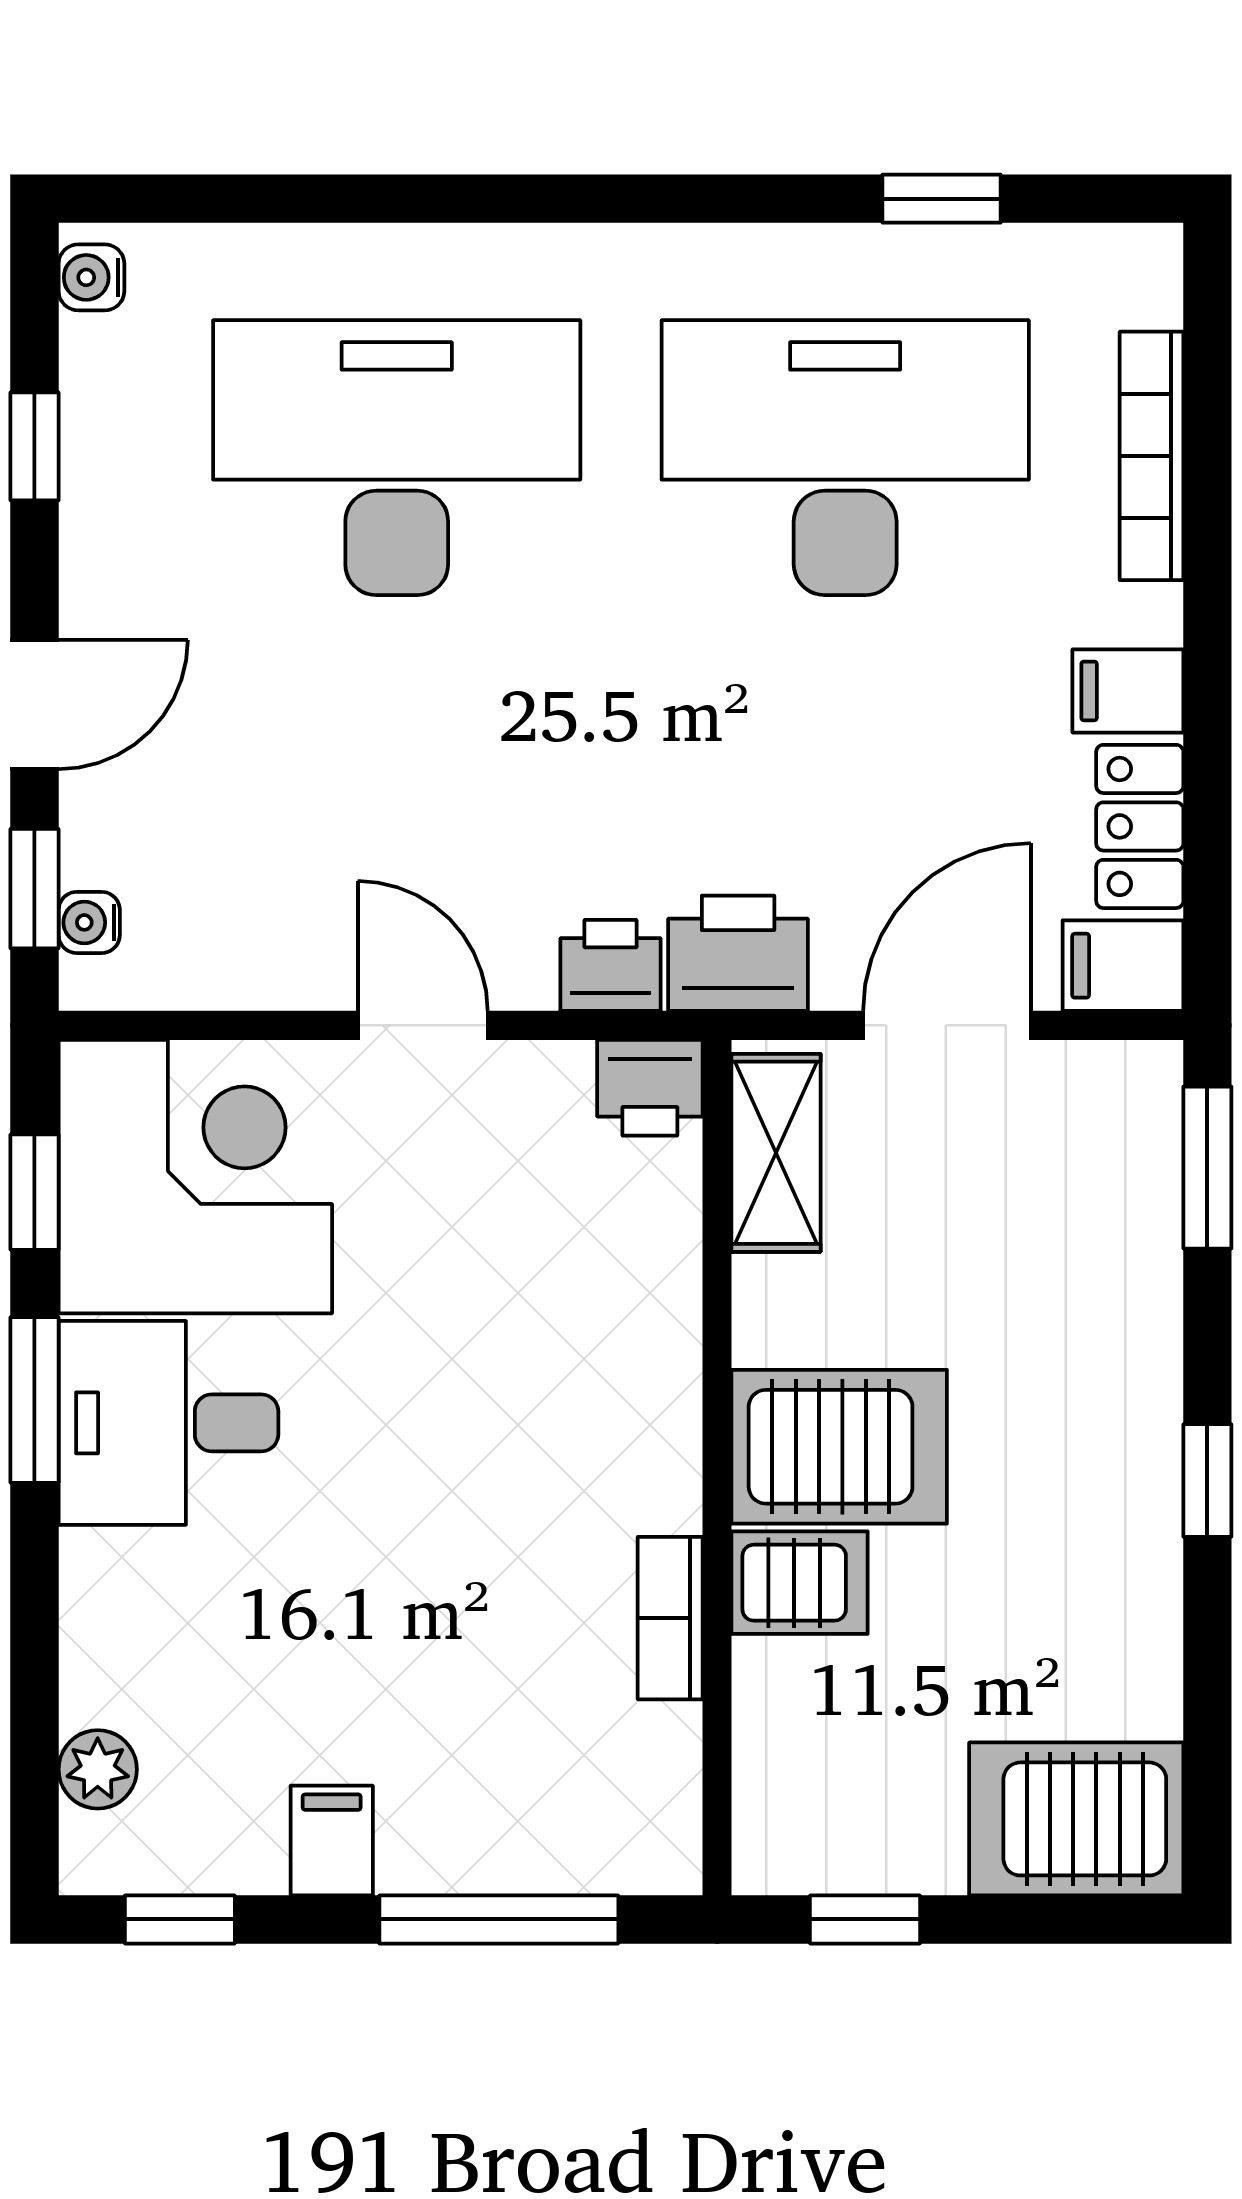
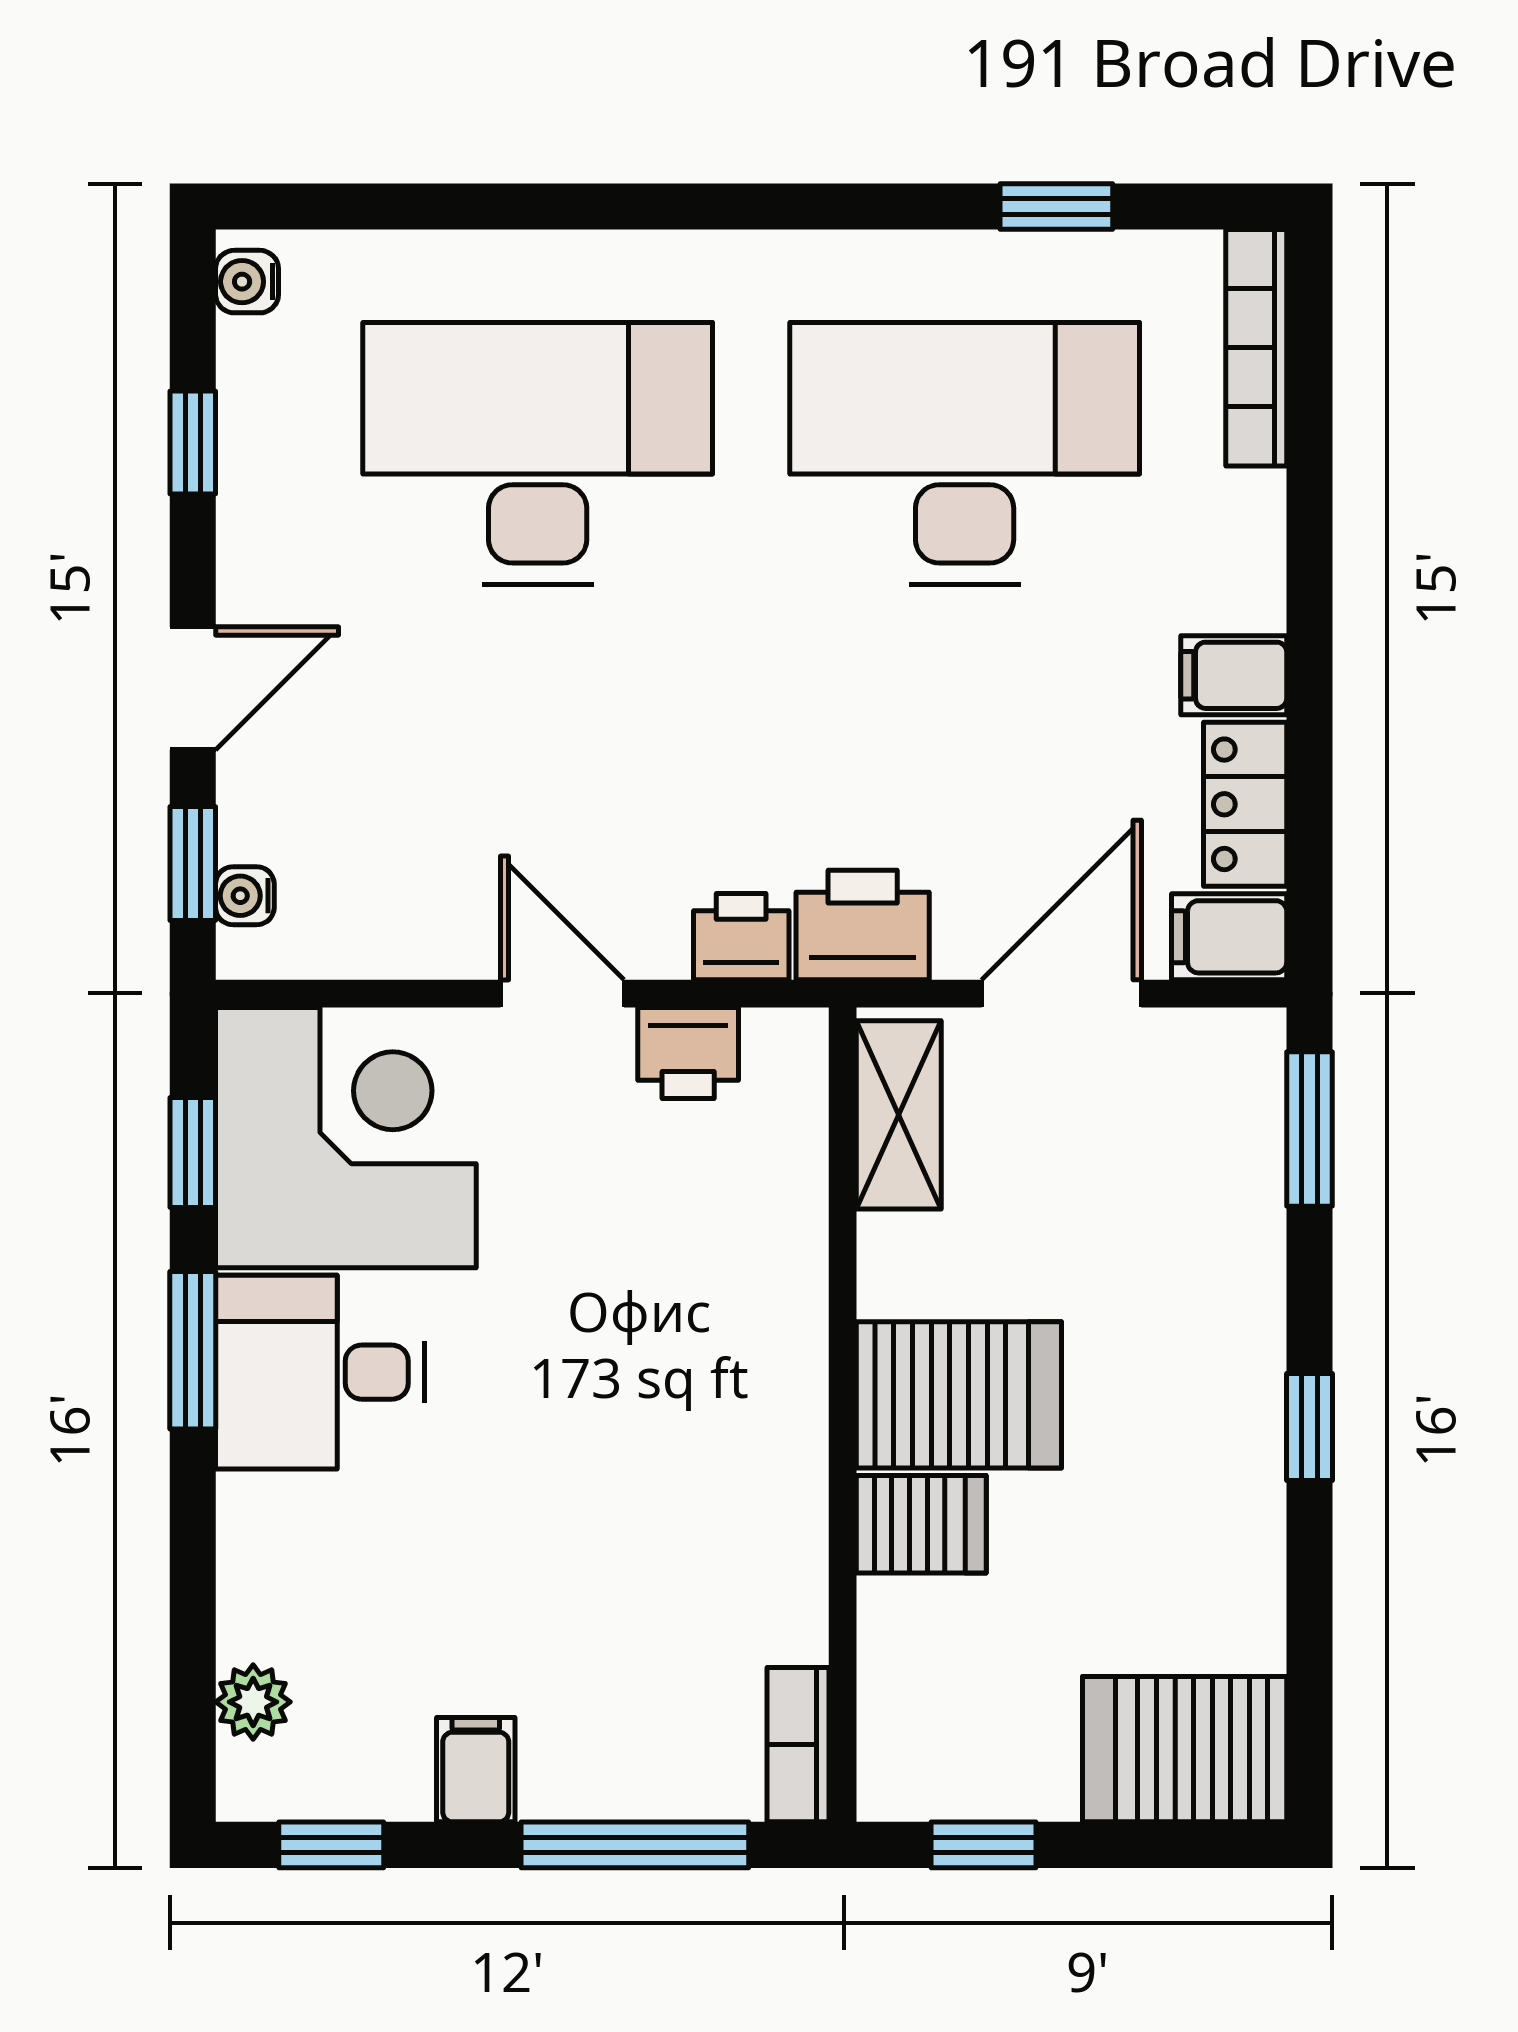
bookcase: (1152, 456) -> (1256, 348), moved
printer: (650, 1088) -> (688, 1053), moved
bookcase: (670, 1618) -> (798, 1745), moved

